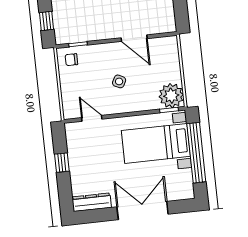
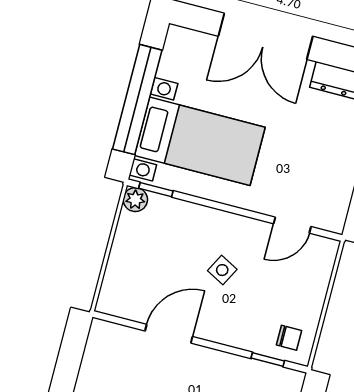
door: (134, 38) -> (169, 334), hinge flipped
plant: (171, 96) -> (135, 200), width x0.53, depth x0.53
door: (92, 118) -> (292, 225), hinge flipped

